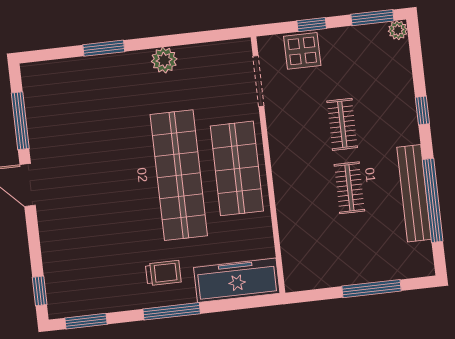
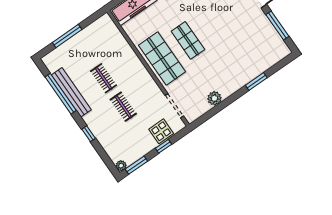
plant: (164, 60) -> (214, 98), moved
shop shelf: (179, 175) -> (188, 40), width x0.50, depth x0.74

